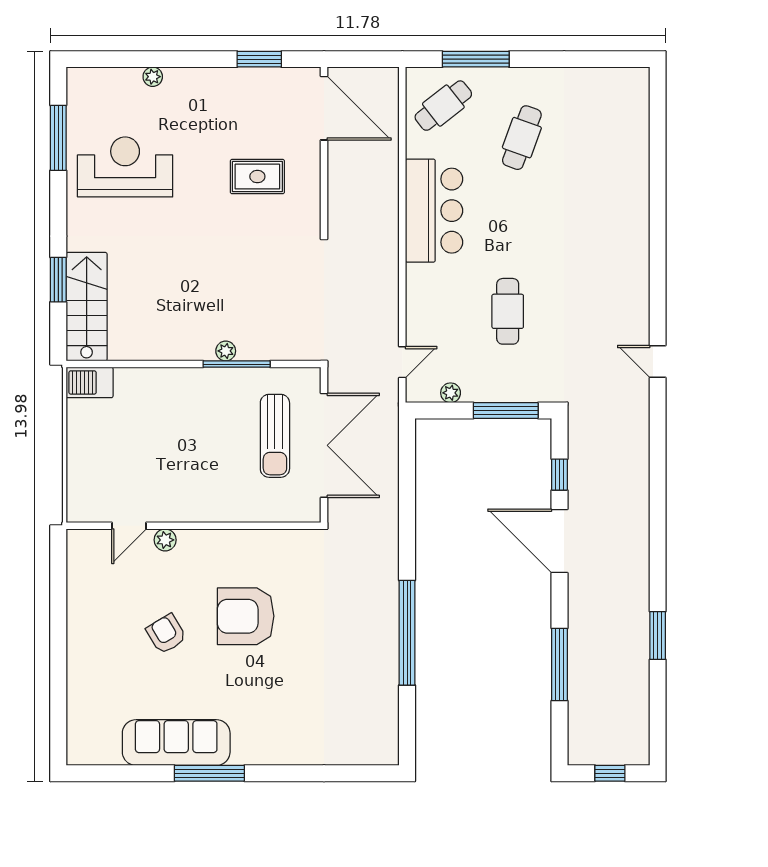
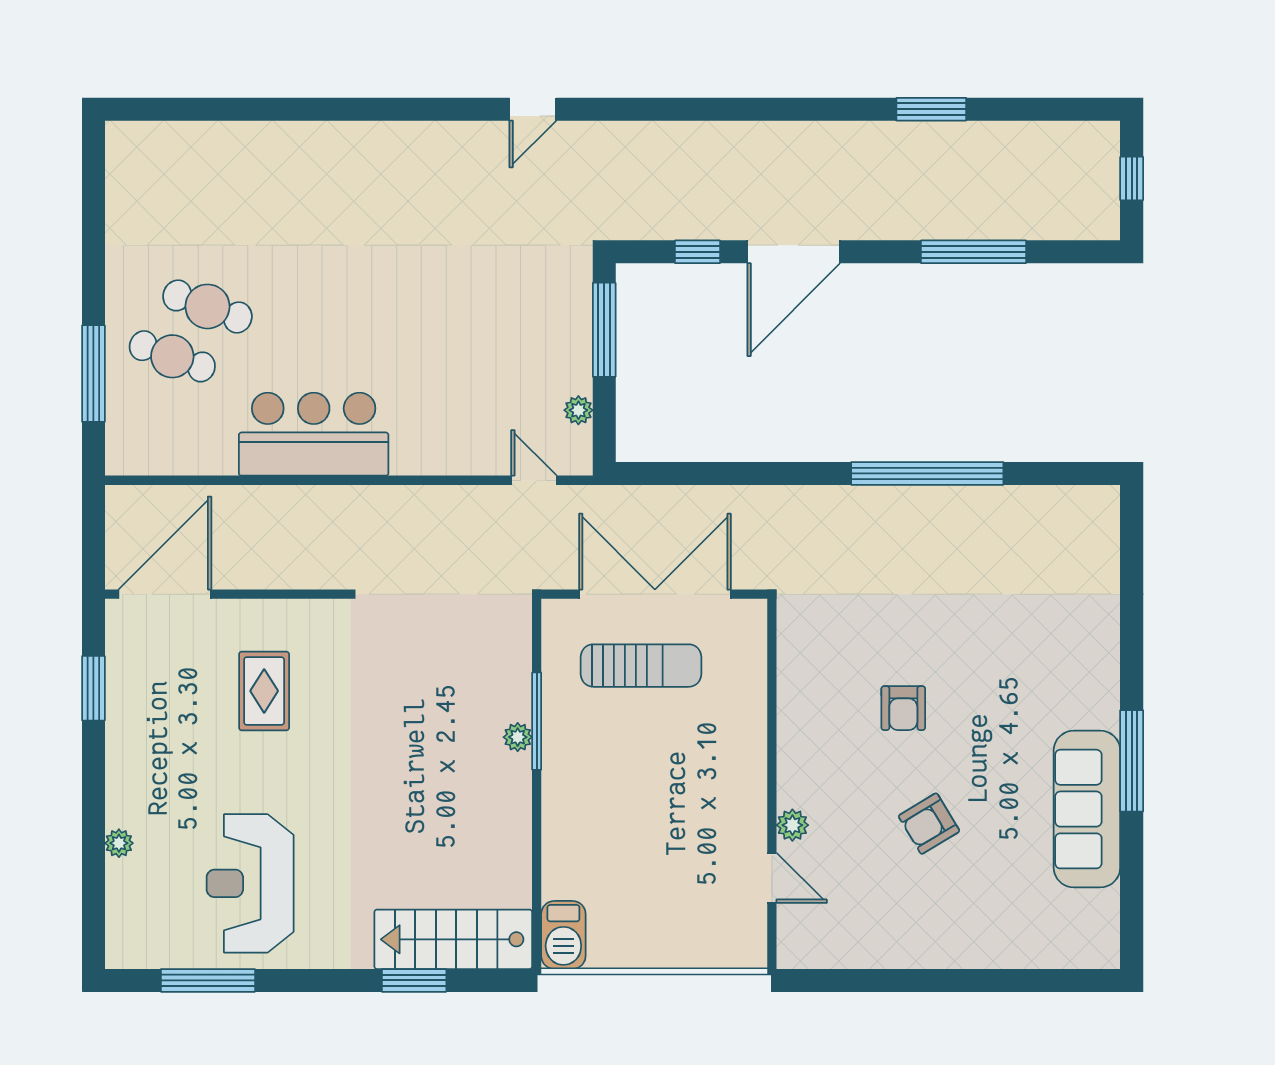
cafe table: (443, 106) -> (172, 356), moved, turned -32
cafe table: (508, 311) -> (460, 327), removed
armchair: (246, 616) -> (903, 708), width x0.53, depth x0.53

